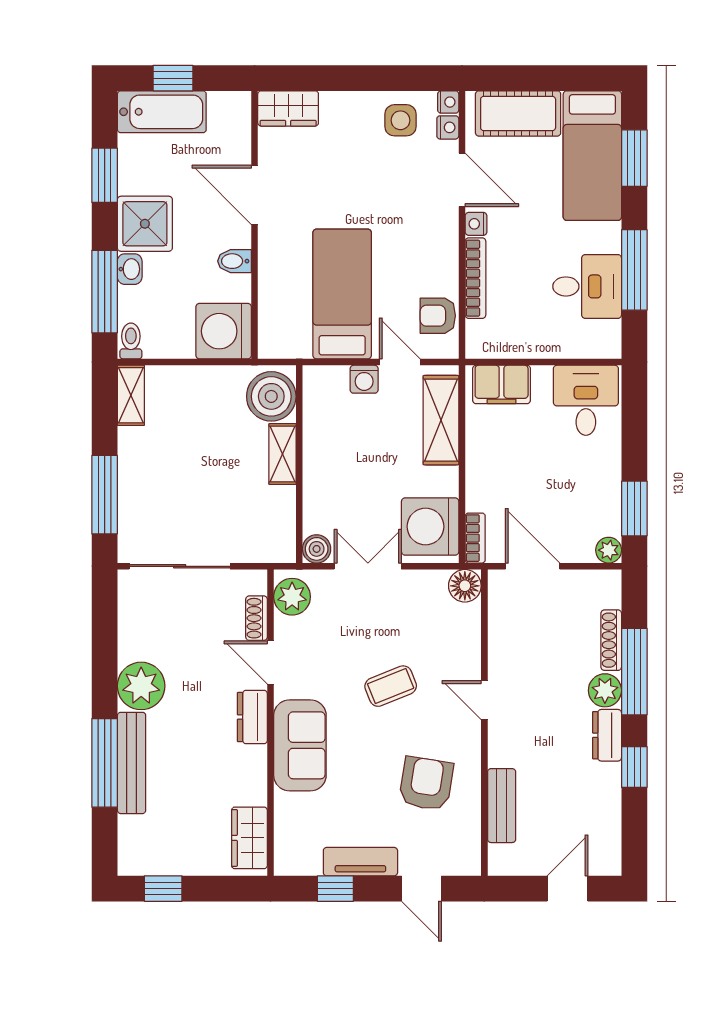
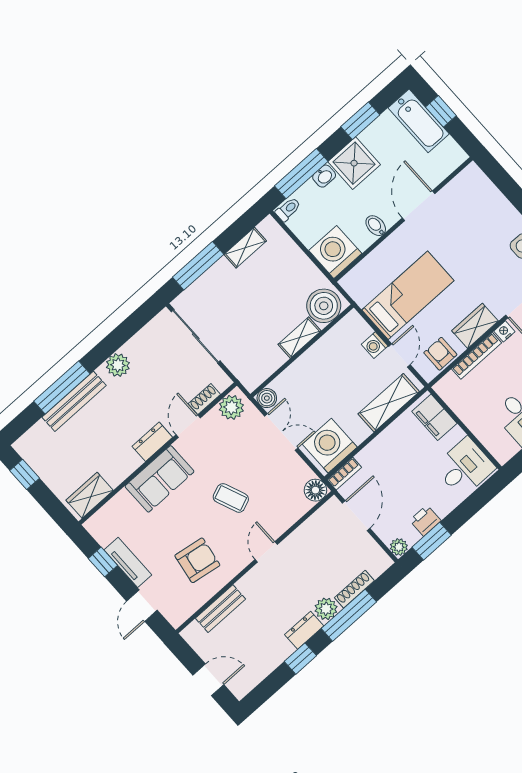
wardrobe: (288, 108) -> (475, 326), moved, turned 90
shelving: (131, 395) -> (245, 248), moved
printer: (606, 495) -> (425, 521), added
plant: (141, 686) -> (118, 365), width x0.73, depth x0.73

